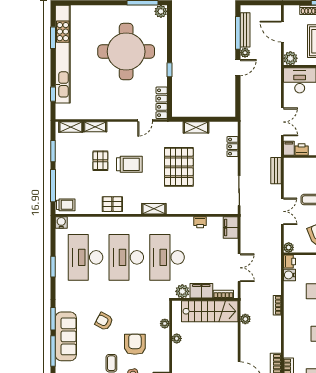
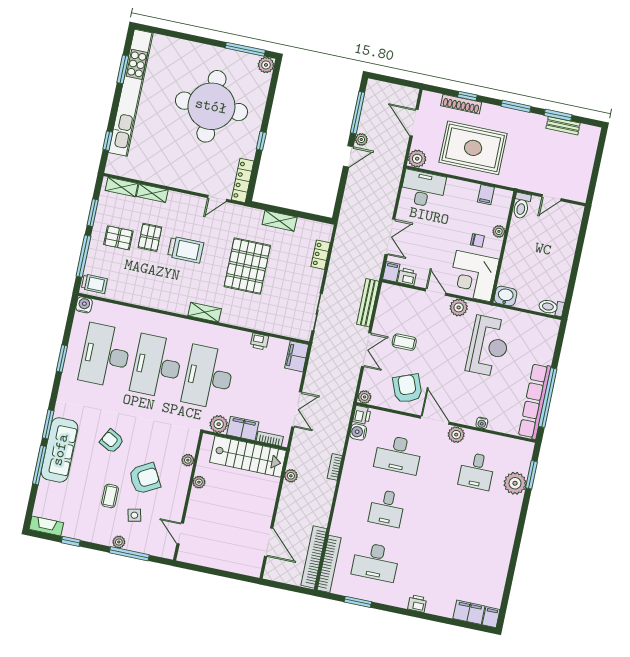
bench: (245, 30) -> (367, 111), removed
bench: (276, 171) -> (368, 303), width x1.36
pallet: (112, 204) -> (118, 238), moved
armchair: (135, 344) -> (145, 478), turned 61

